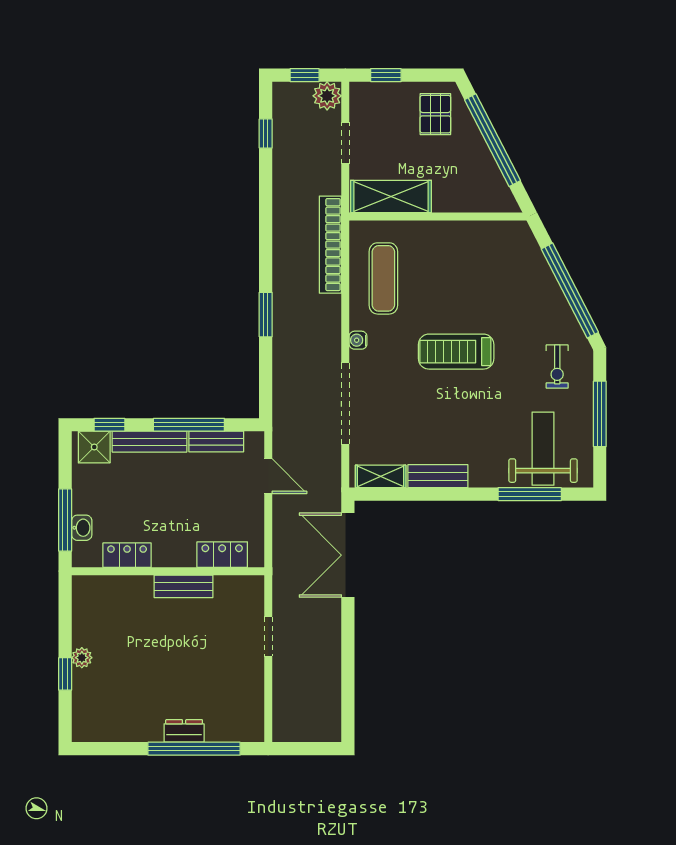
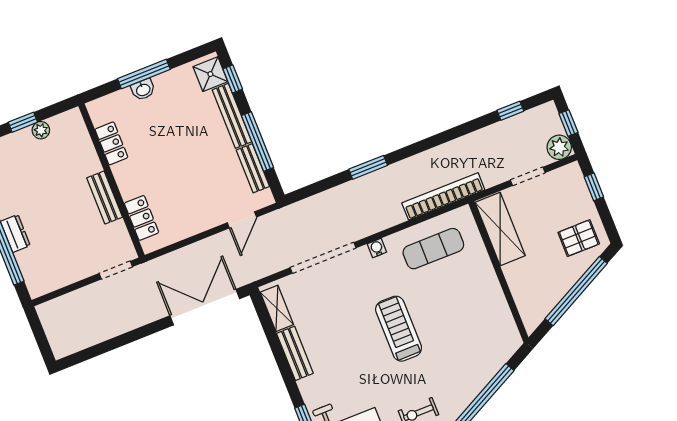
locker: (127, 555) -> (111, 143), moved
locker: (222, 555) -> (142, 218), moved
wall: (168, 571) -> (112, 180), moved
bench: (184, 586) -> (105, 197), moved

